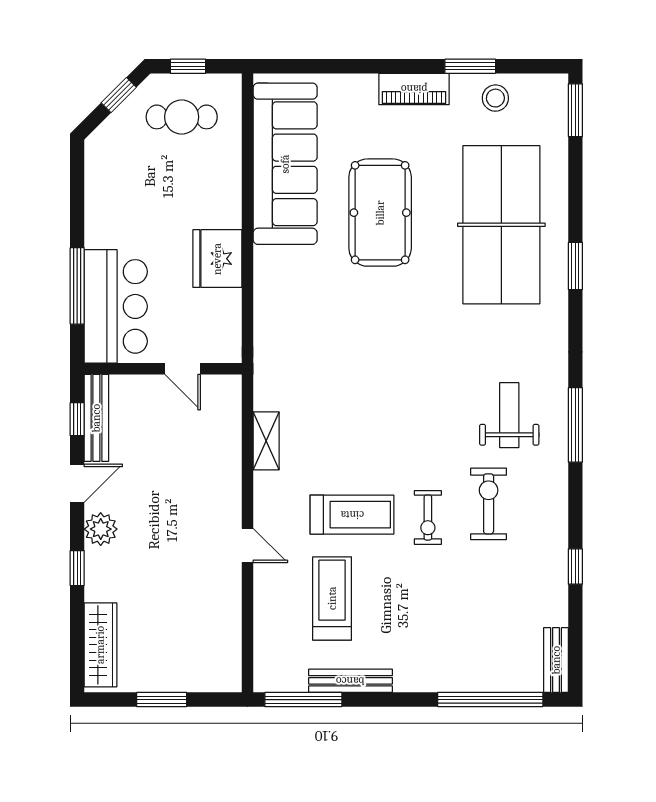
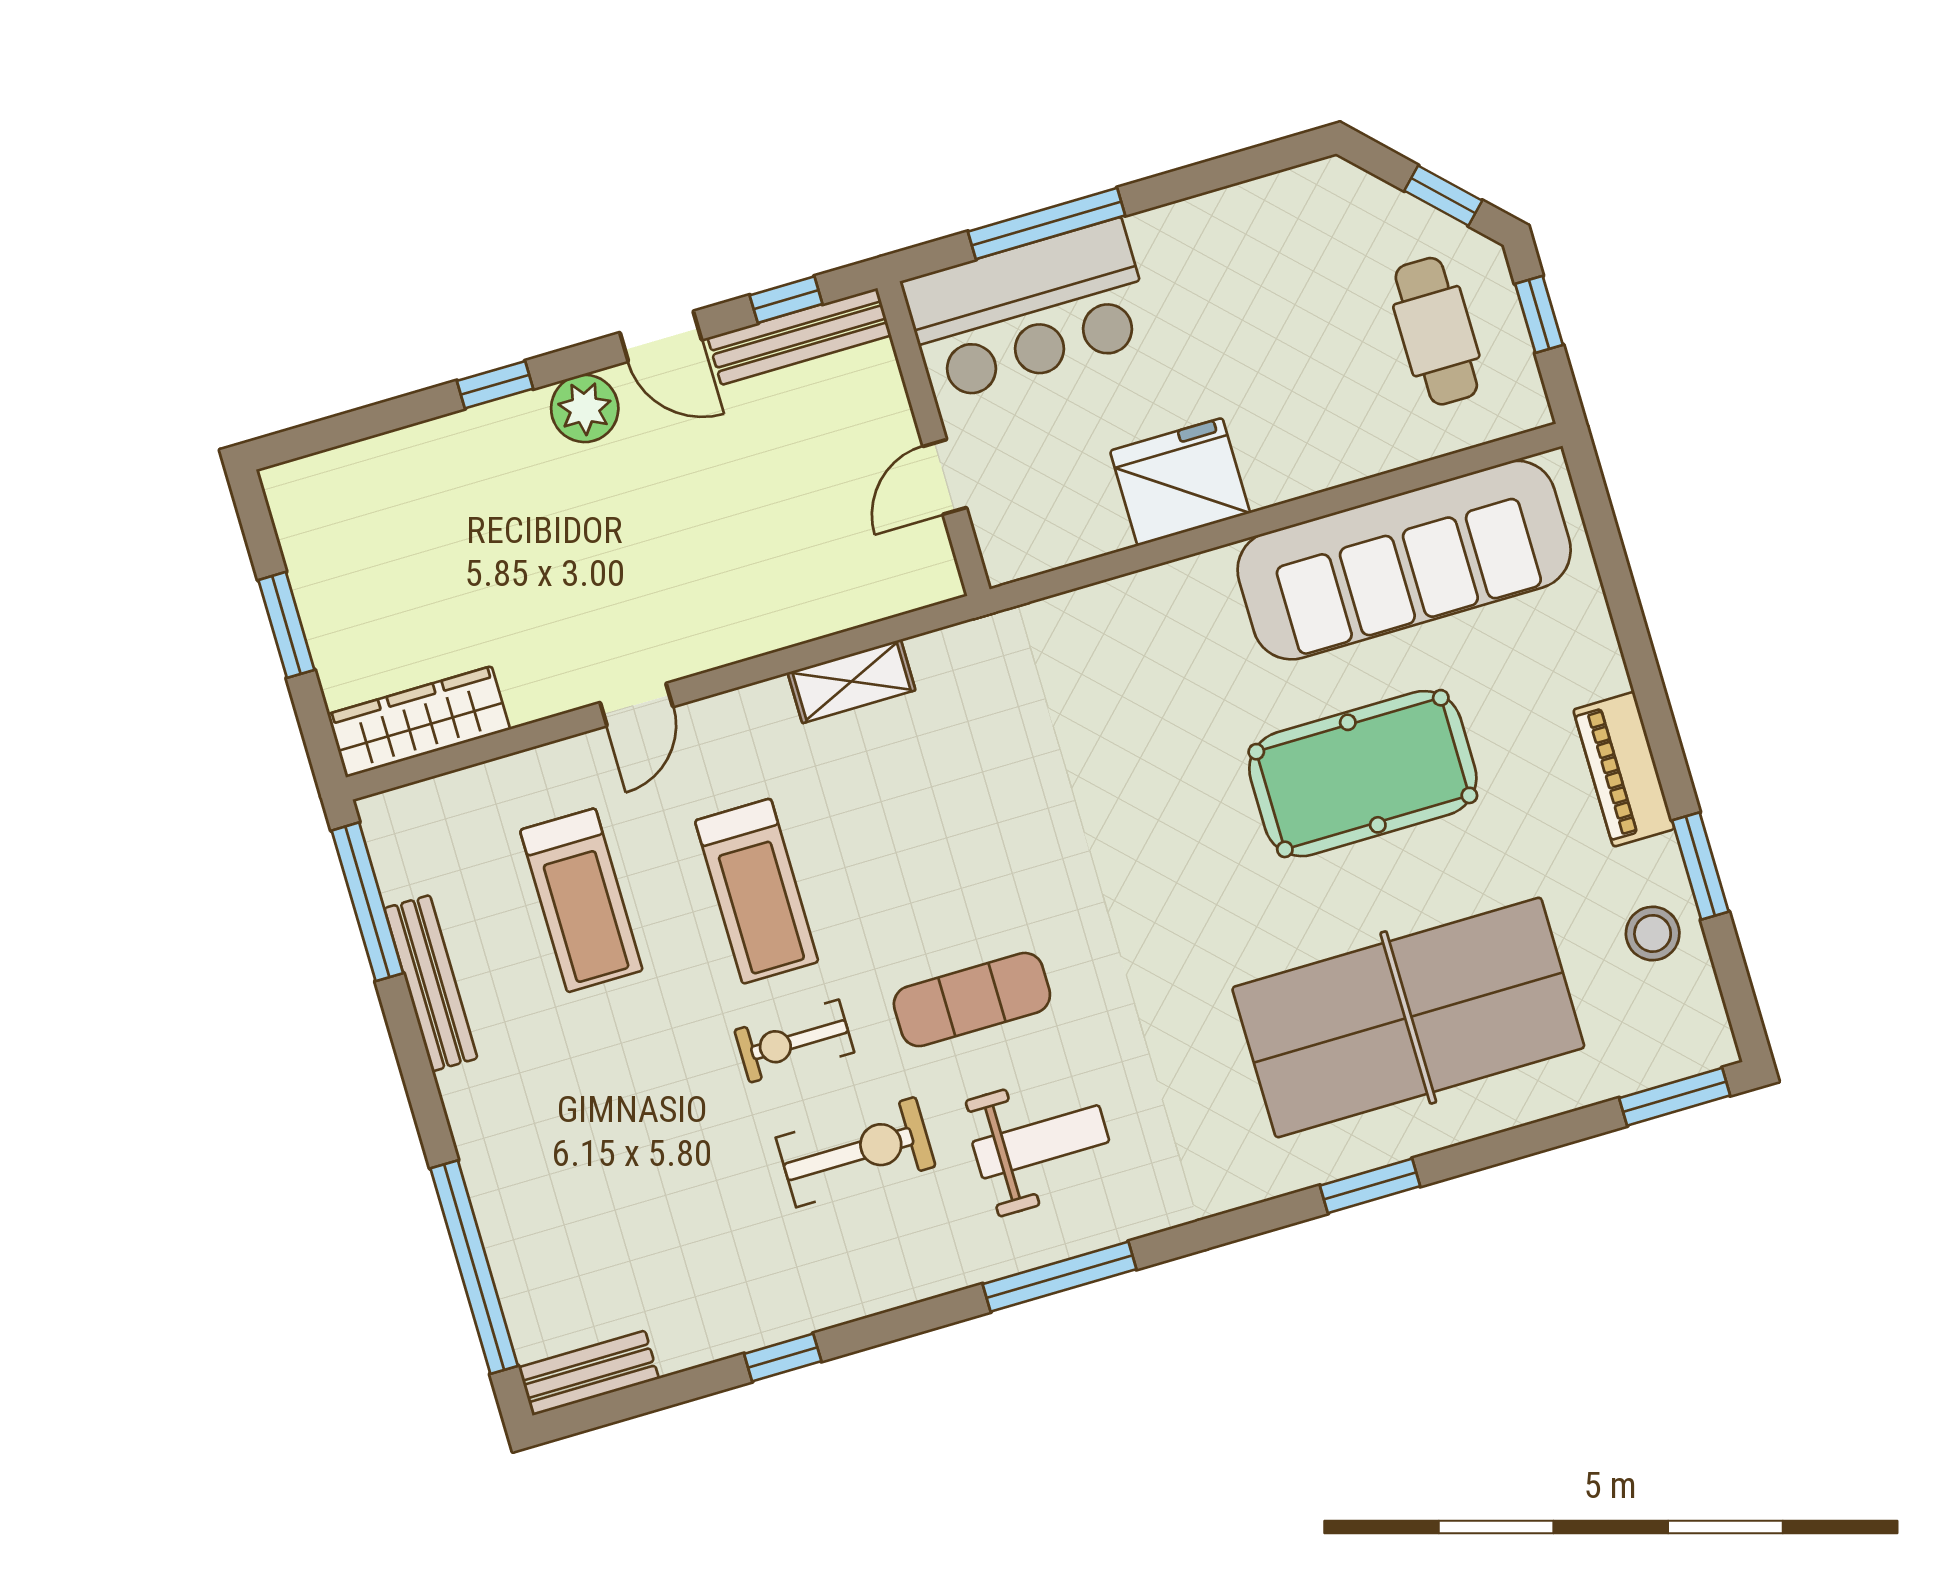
exercise mat: (433, 428) -> (972, 1000), added
treadmill: (332, 598) -> (581, 900), turned 90
wardrobe: (100, 645) -> (419, 722), moved, turned 180

